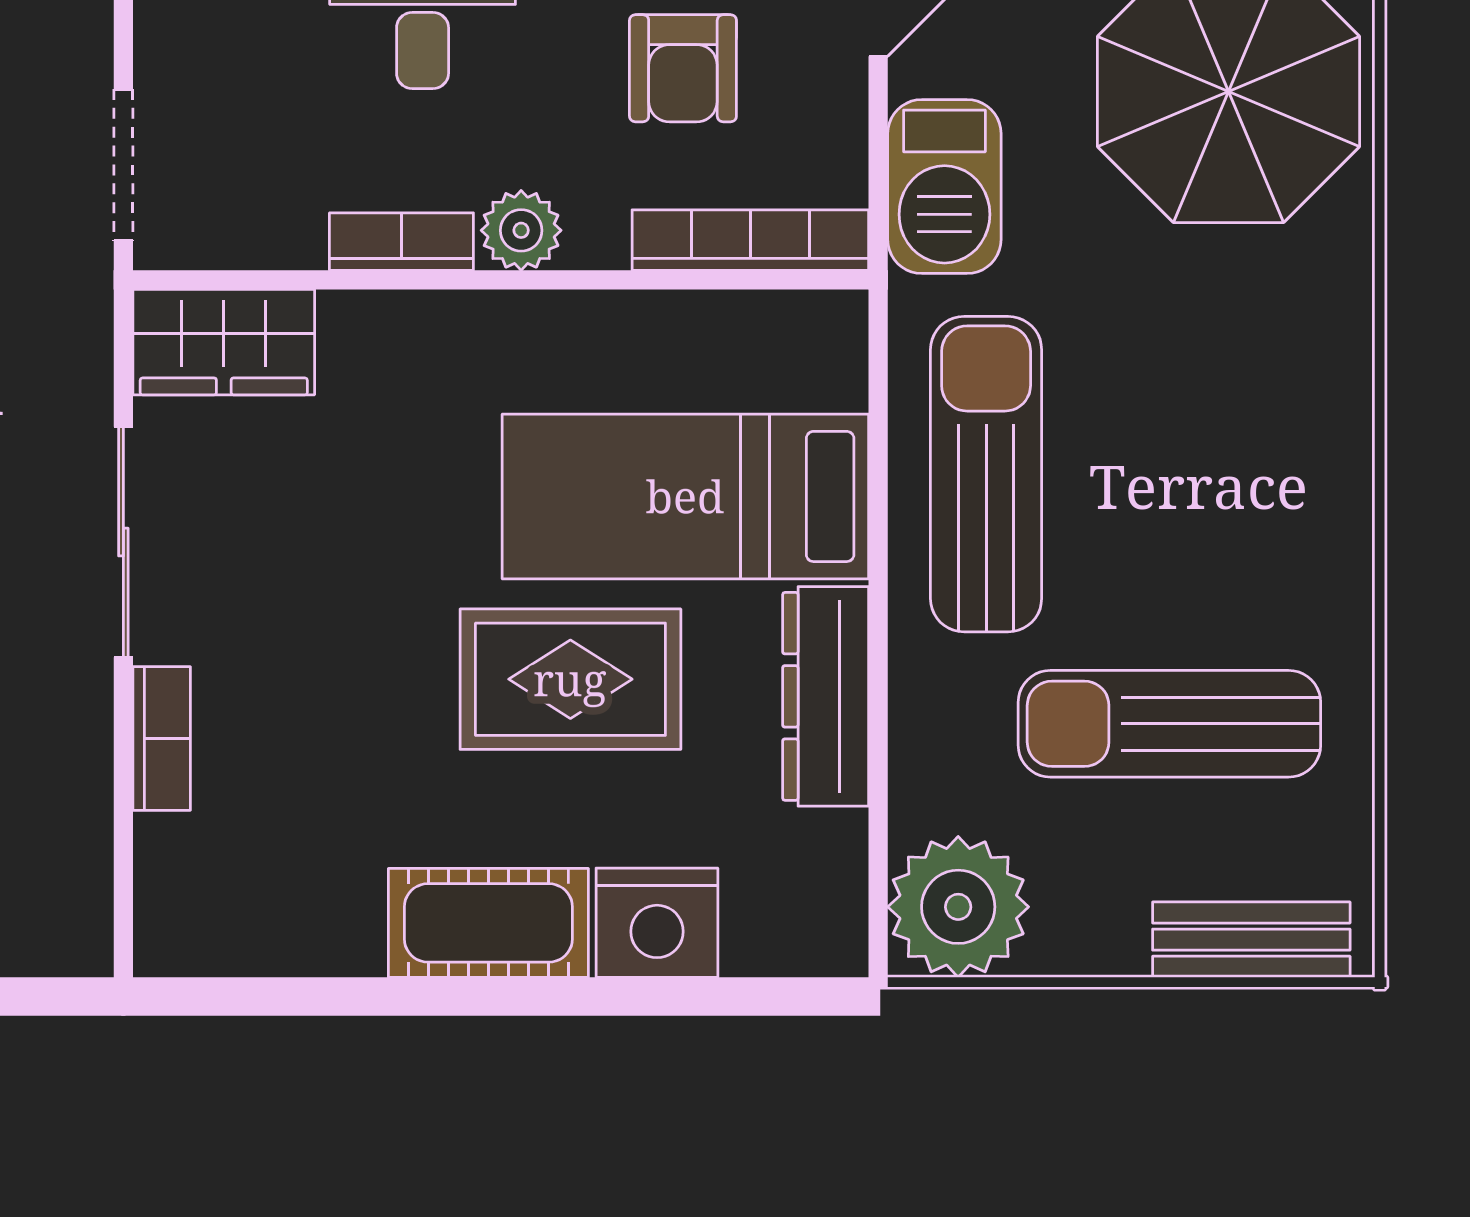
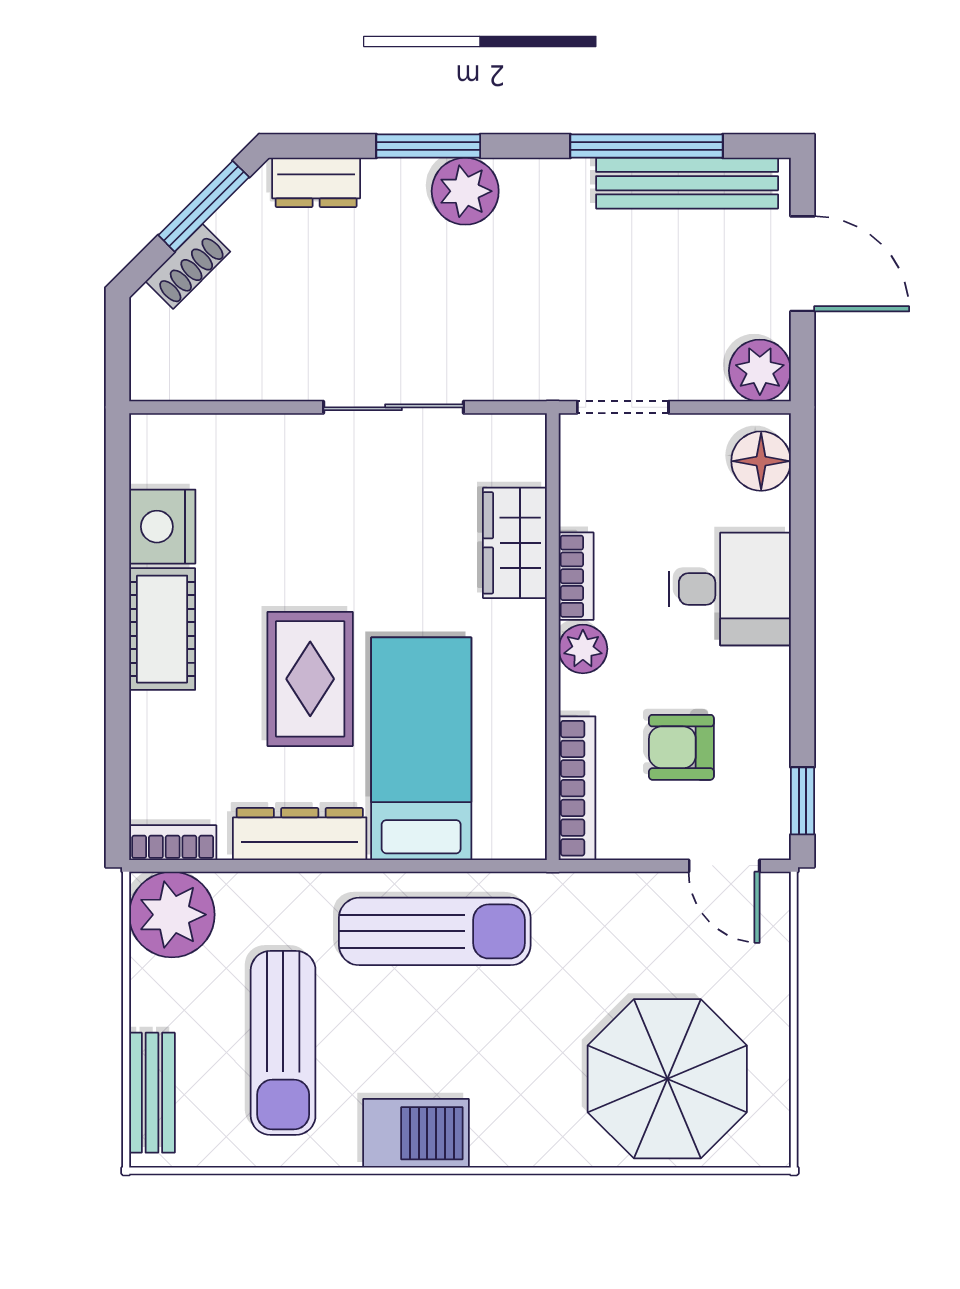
barbecue: (944, 187) -> (416, 1133), moved, turned 180
wardrobe: (224, 342) -> (515, 543), moved
sun lounger: (1169, 724) -> (283, 1043), turned 180
bookcase: (162, 738) -> (173, 843), moved, turned 180
nightstand: (657, 923) -> (162, 527), moved

